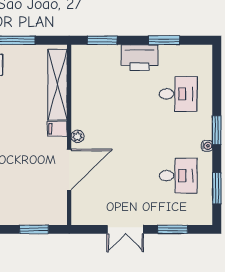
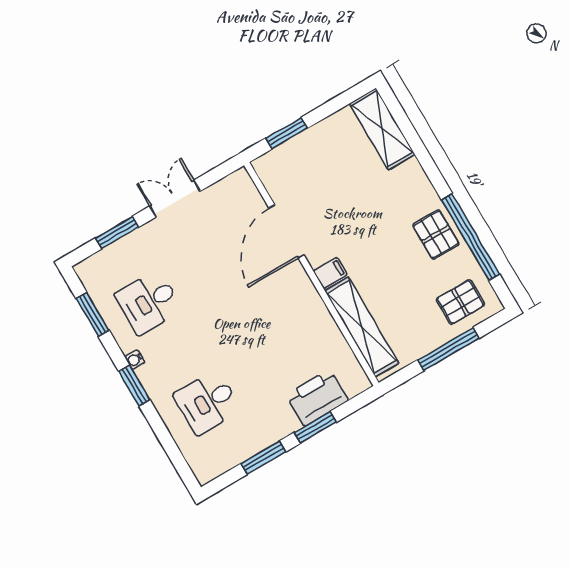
window: (102, 40) -> (315, 427), moved
printer: (140, 58) -> (317, 398), moved
plant: (78, 136) -> (300, 278), removed

